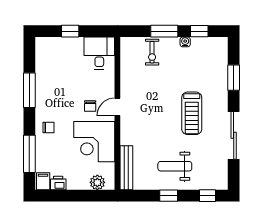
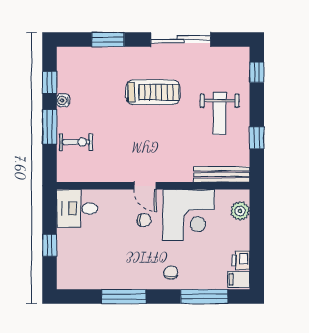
window: (169, 196) -> (257, 138), moved

